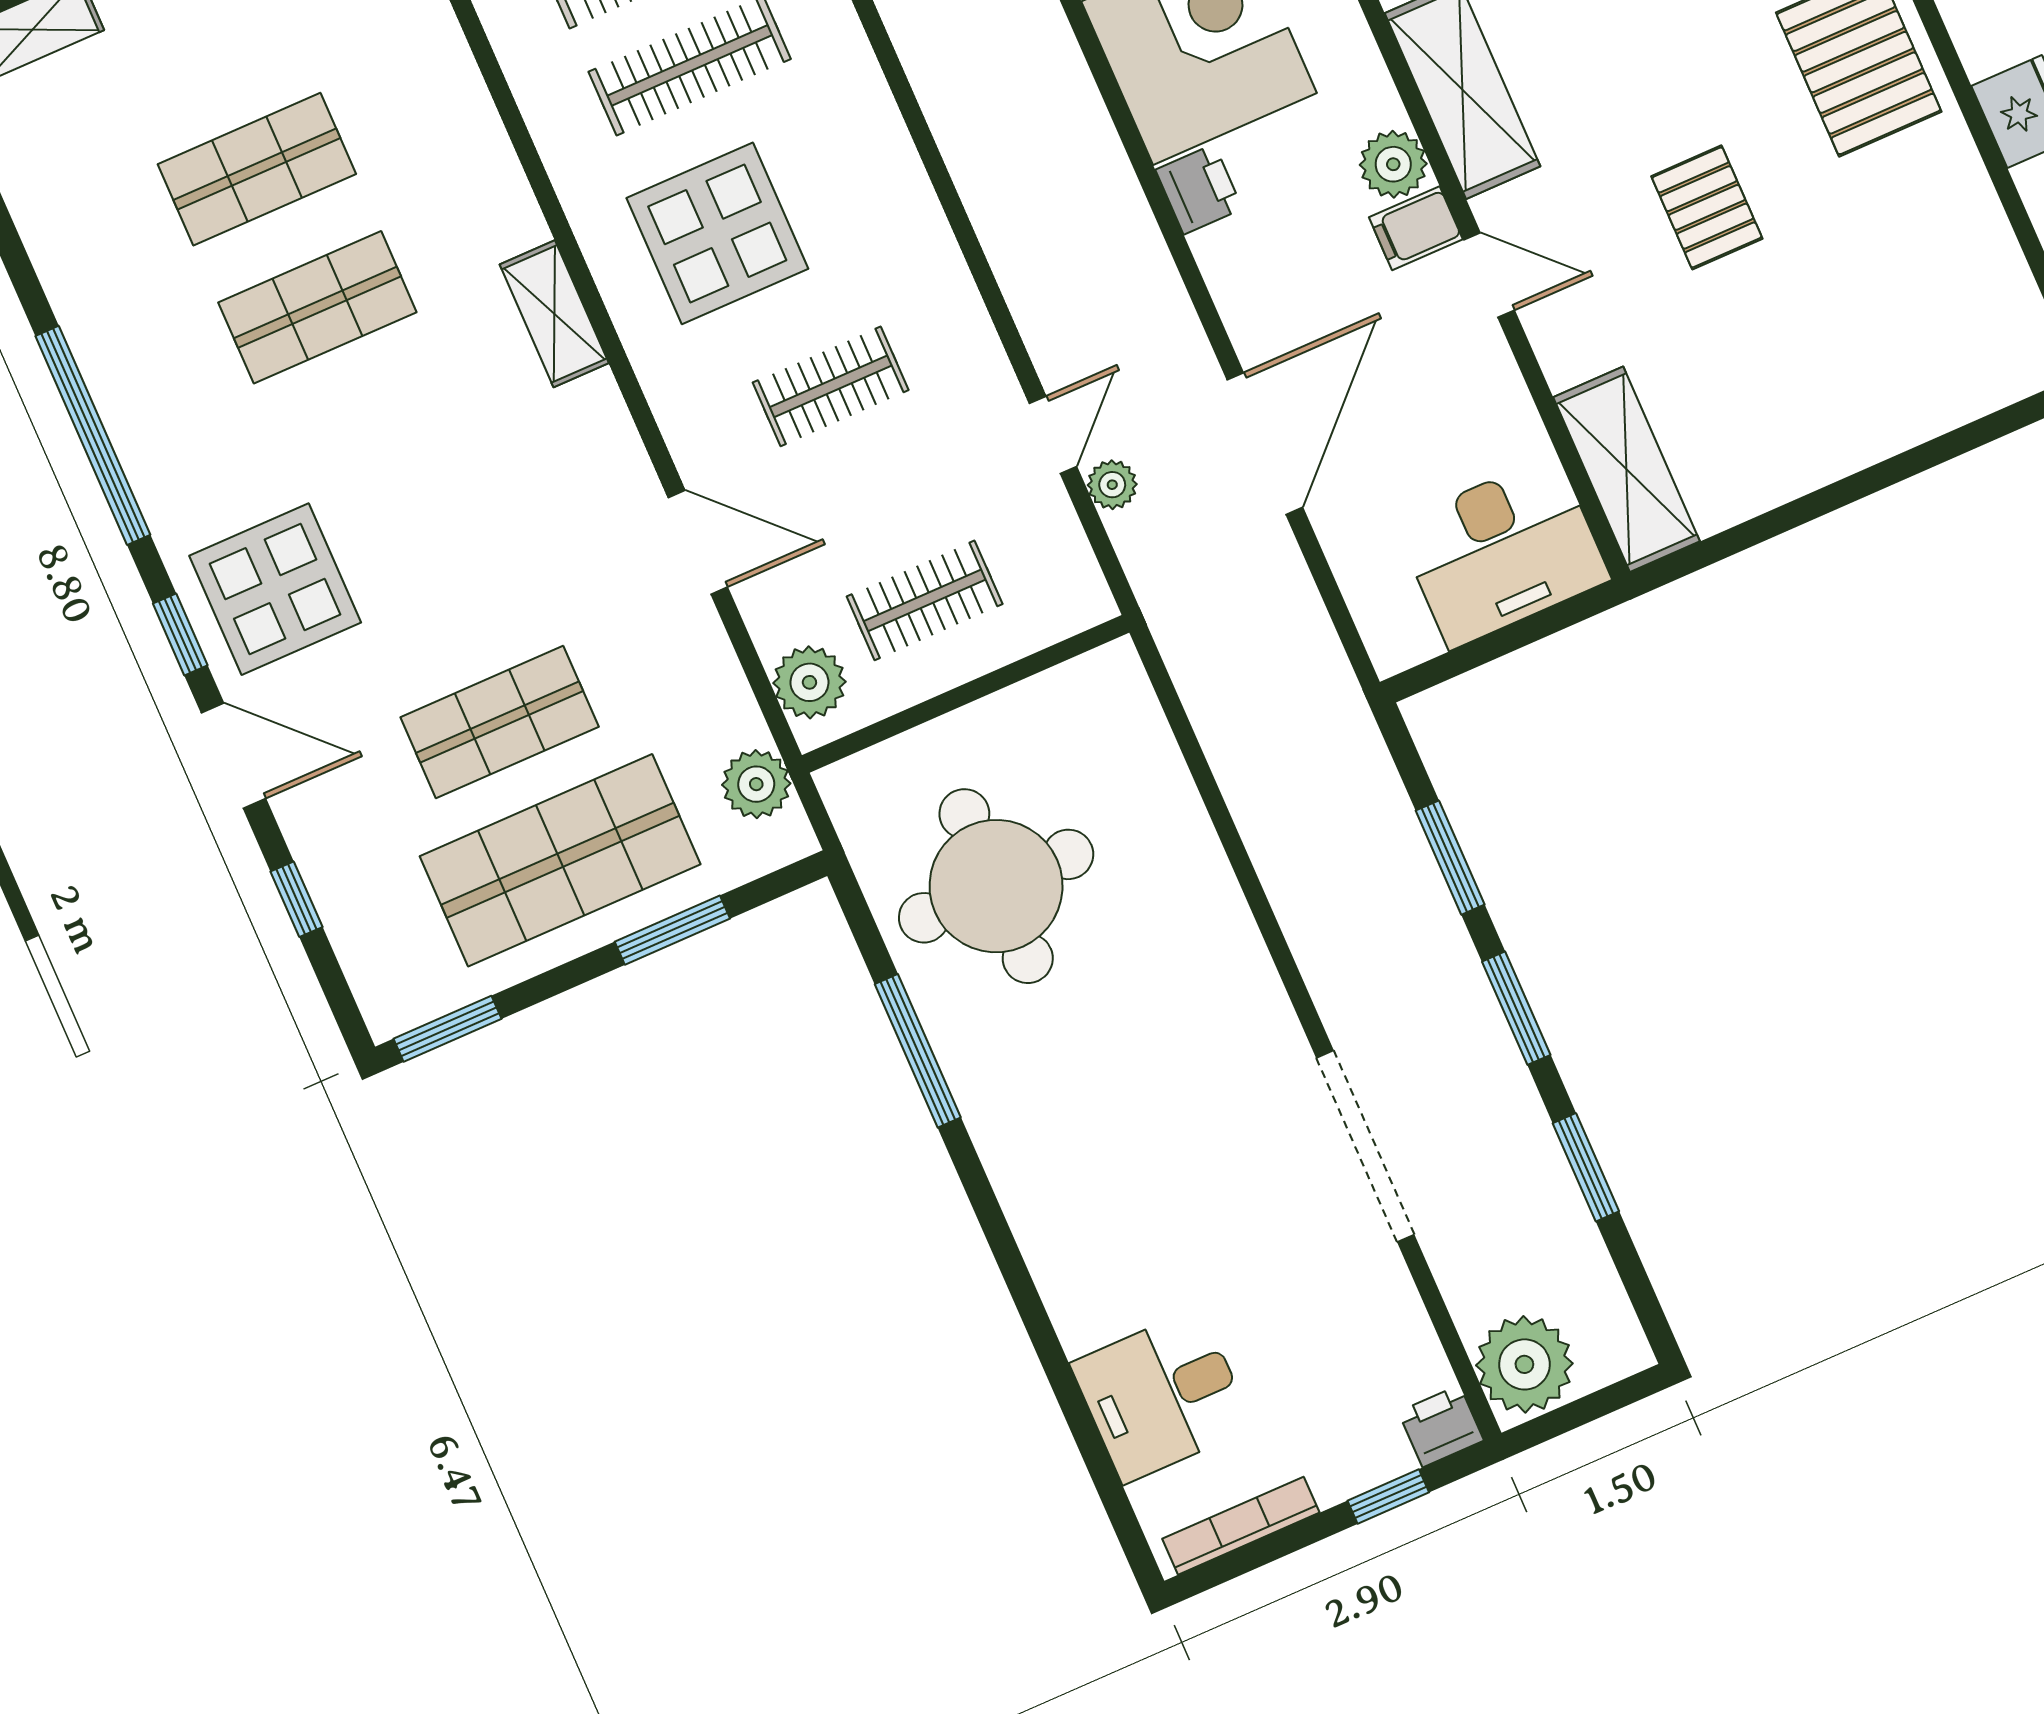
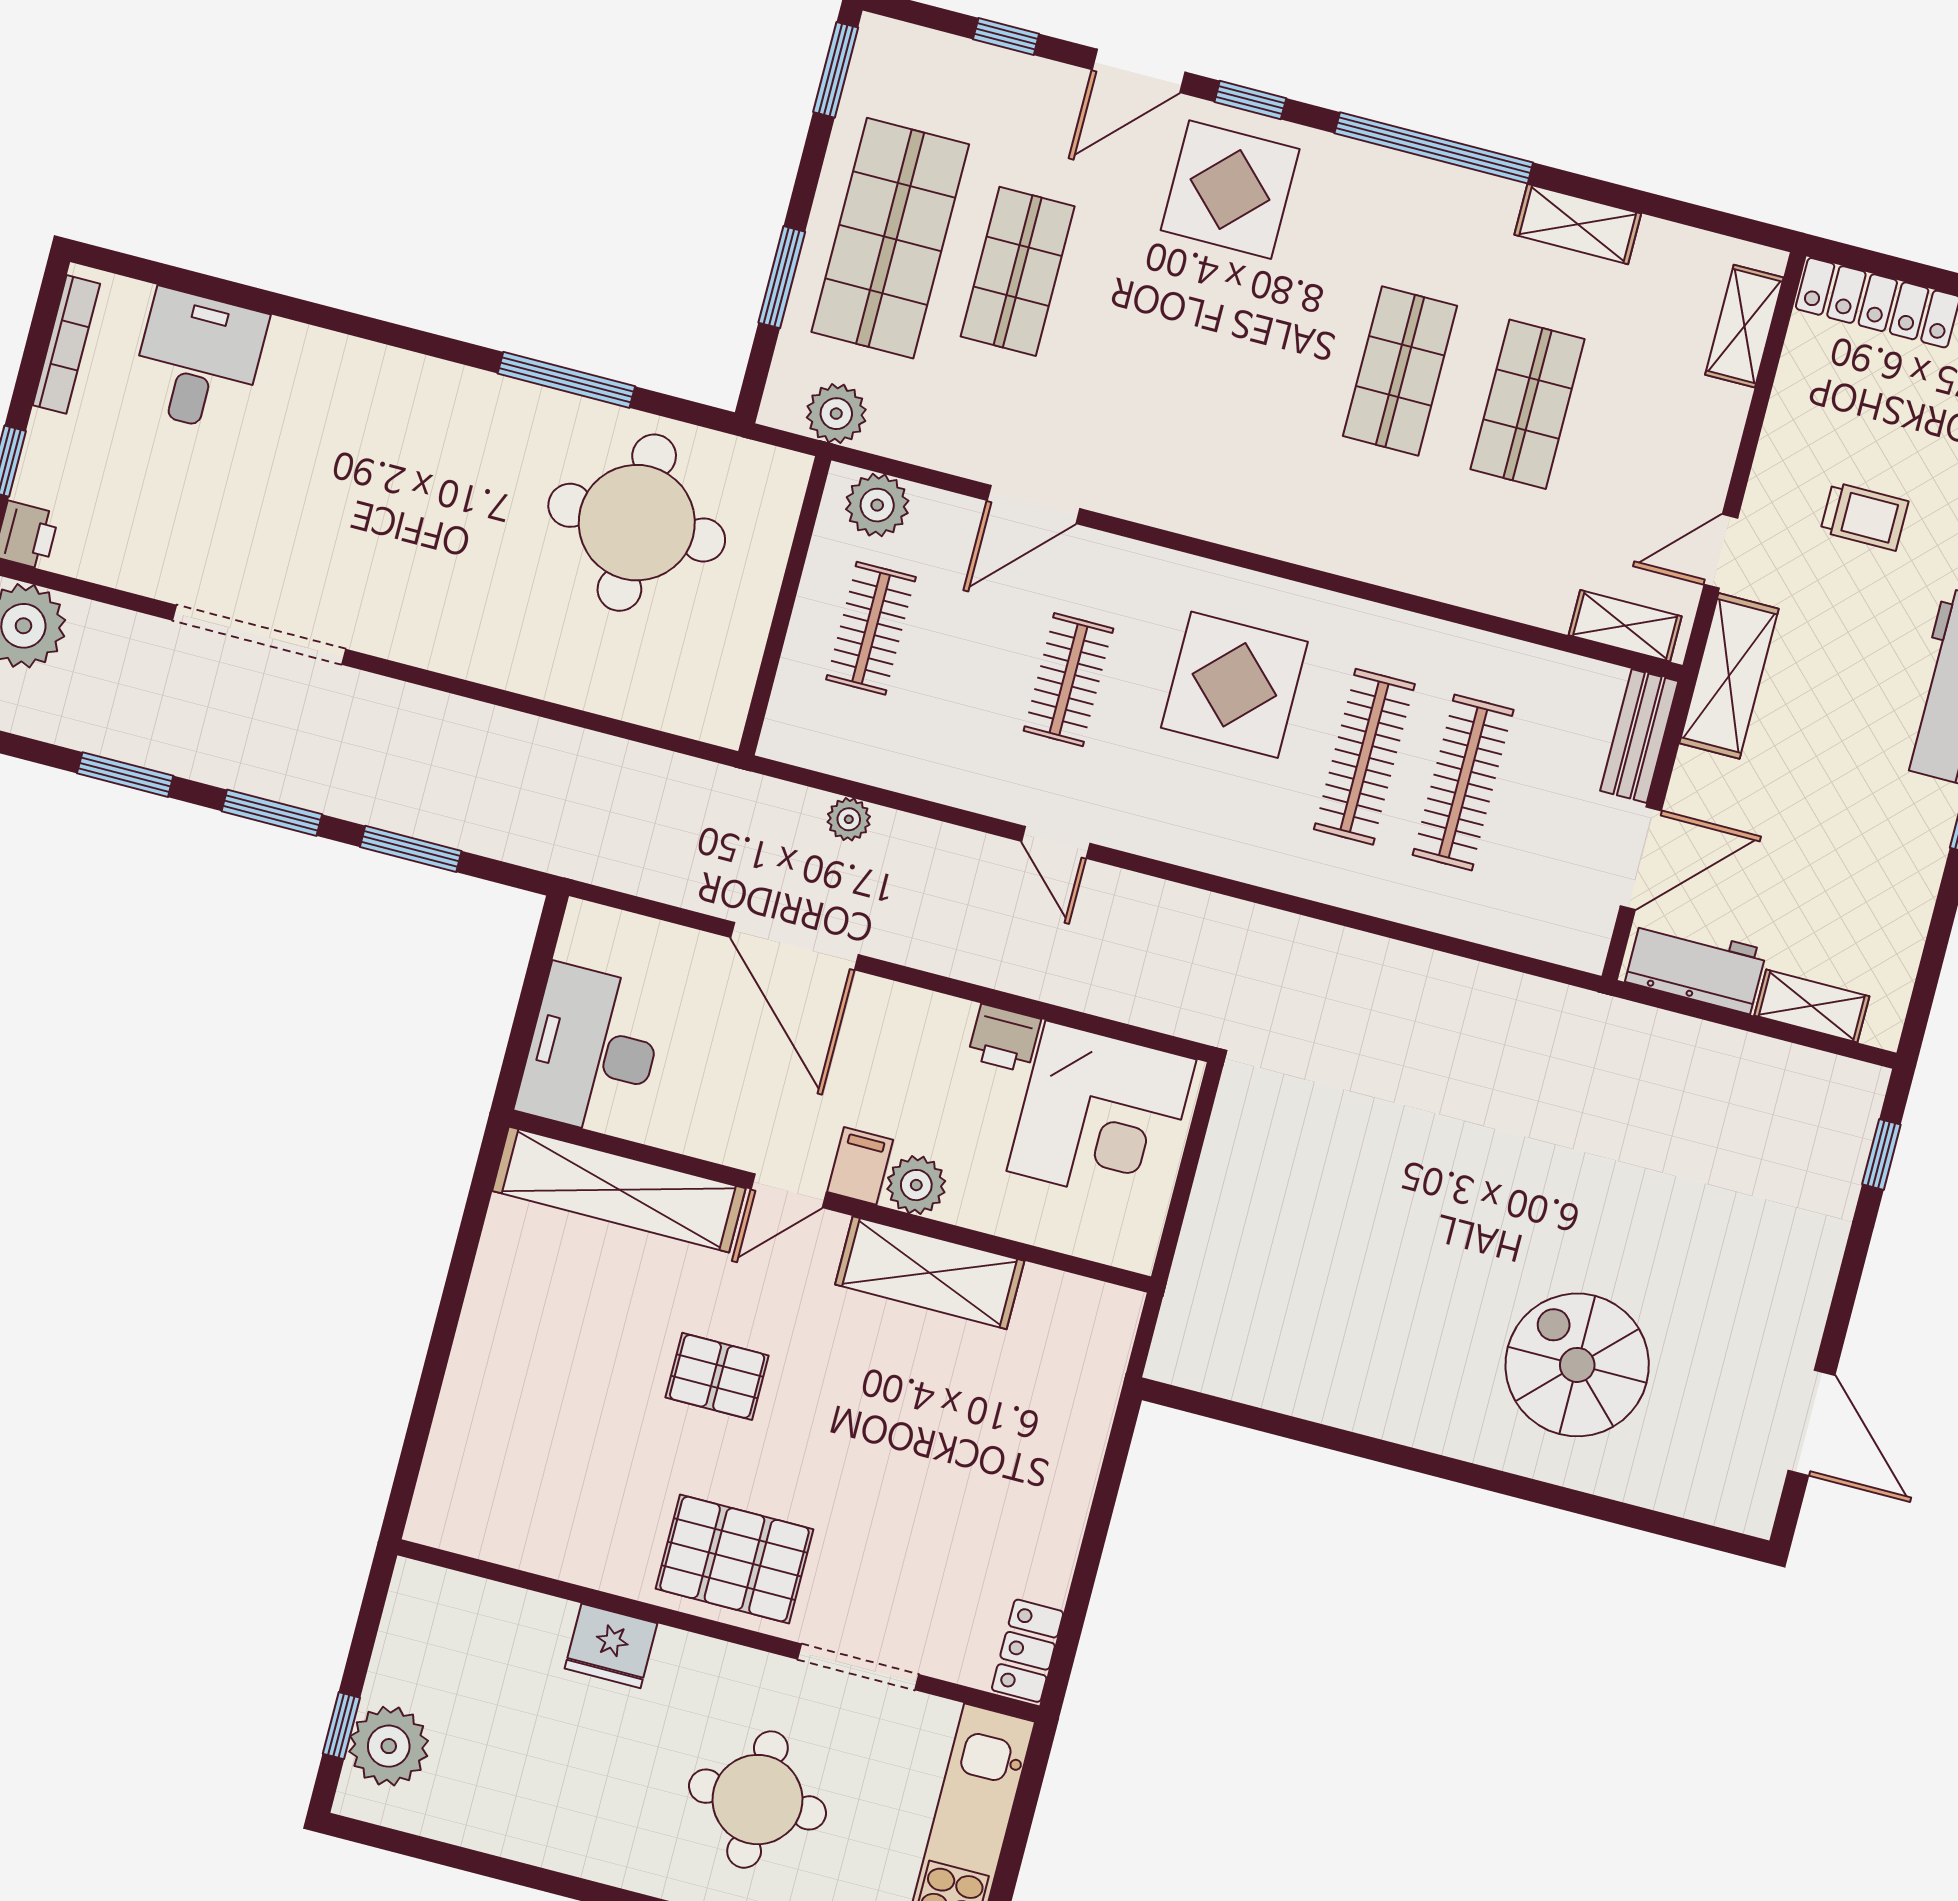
shelving: (554, 314) -> (1578, 224), moved
door: (1053, 435) -> (1056, 842), moved
shelving: (1626, 469) -> (619, 1190), width x1.47

